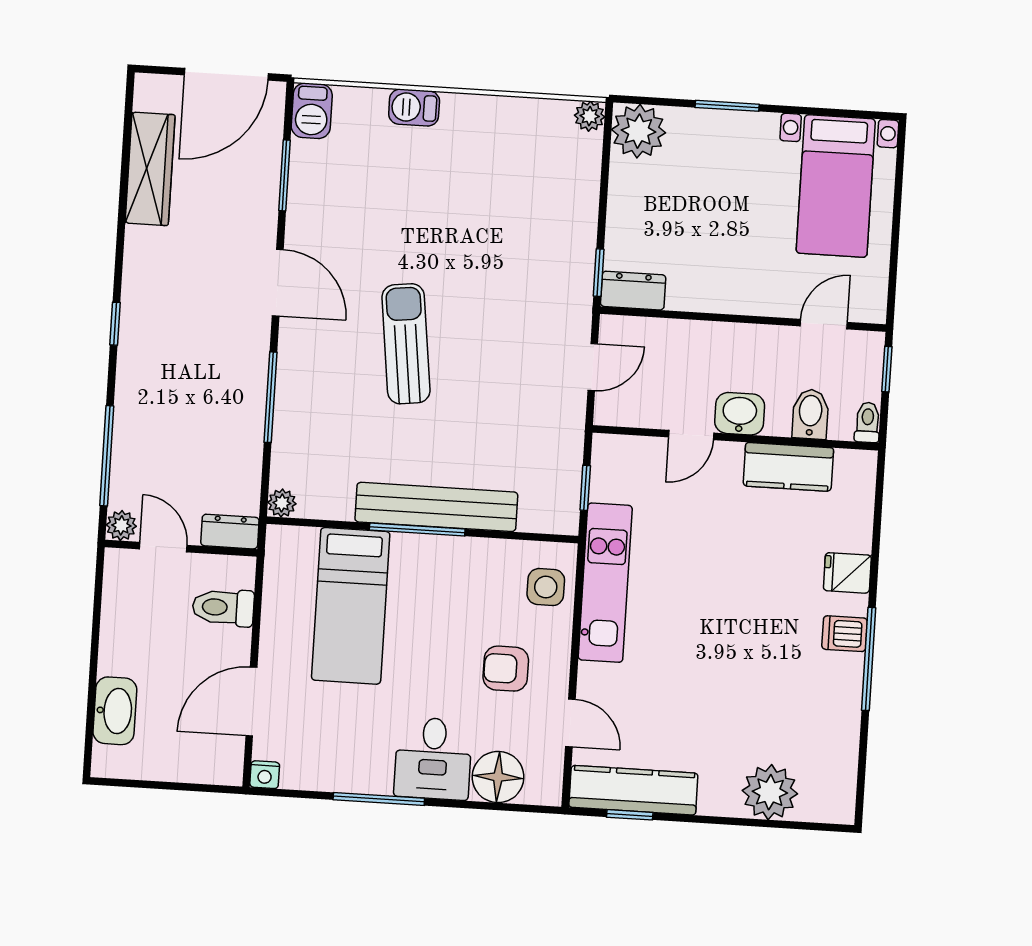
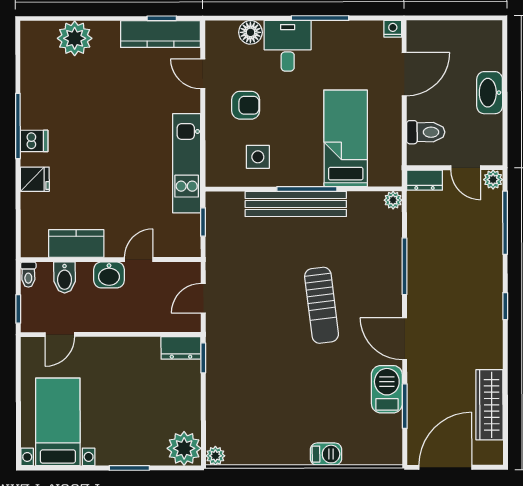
barbecue: (312, 111) -> (387, 389), moved, width x1.38, depth x1.27
side table: (546, 587) -> (258, 157), moved
washbasin: (115, 711) -> (490, 93), moved
floor lamp: (498, 777) -> (250, 32), width x0.73, depth x0.73

